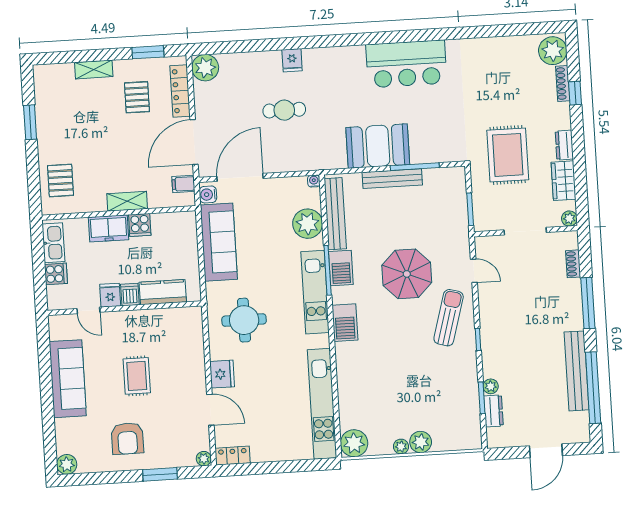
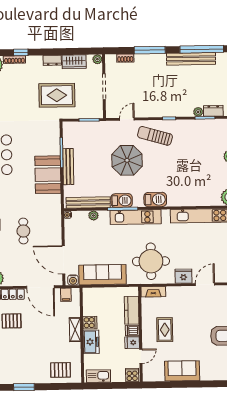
plant: (308, 224) -> (93, 215), width x0.53, depth x0.53
cooker: (56, 274) -> (132, 375), moved
round table: (244, 320) -> (151, 261), width x1.36, depth x1.36
fireplace: (195, 326) -> (153, 292), added
rug: (137, 376) -> (165, 330), moved, turned 90
sofa: (68, 379) -> (182, 371), width x0.73

